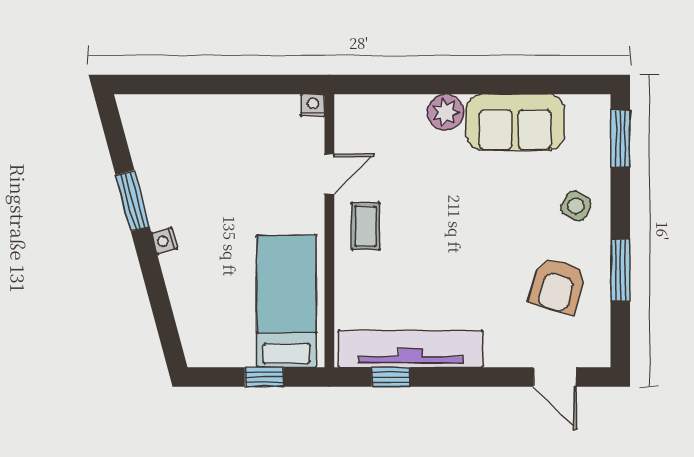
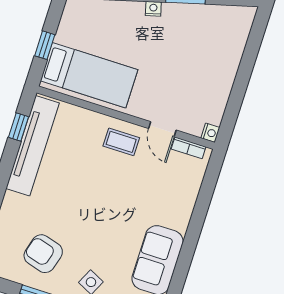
plant: (446, 112) -> (178, 217), removed
bookcase: (344, 129) -> (189, 148), added

